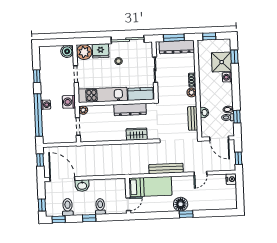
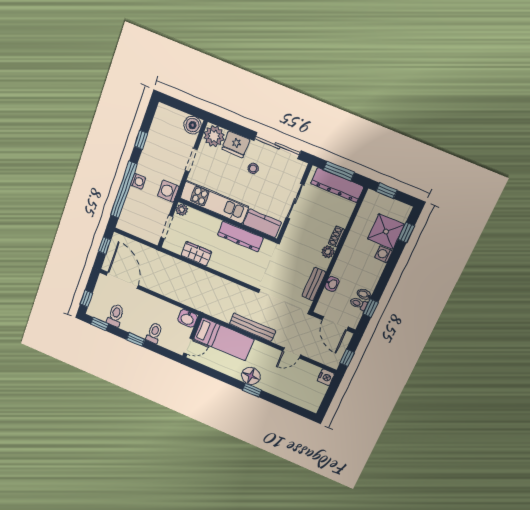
wardrobe: (137, 134) -> (196, 254), moved
washbasin: (82, 186) -> (188, 318), moved

